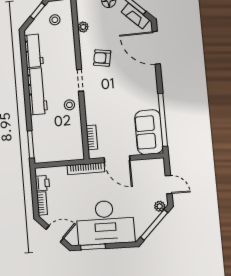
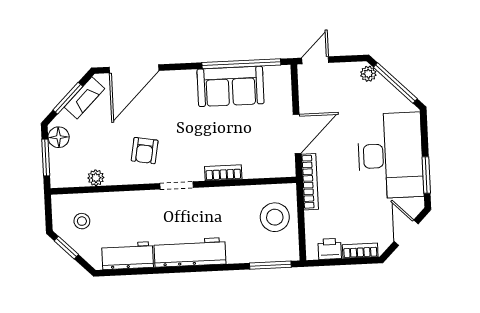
stool: (69, 105) -> (275, 217), moved, width x1.89, depth x1.89
sofa: (149, 132) -> (231, 86), moved
bookcase: (92, 137) -> (223, 173), moved
door: (169, 185) -> (315, 60), moved

